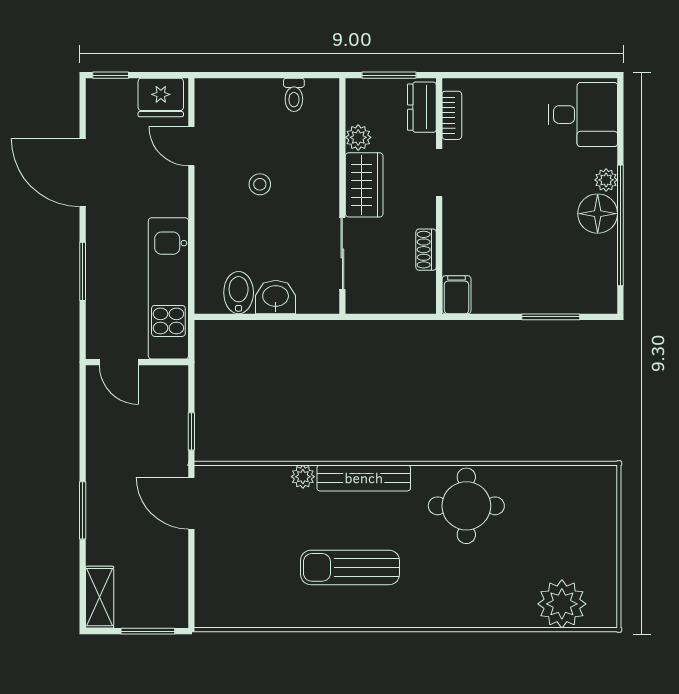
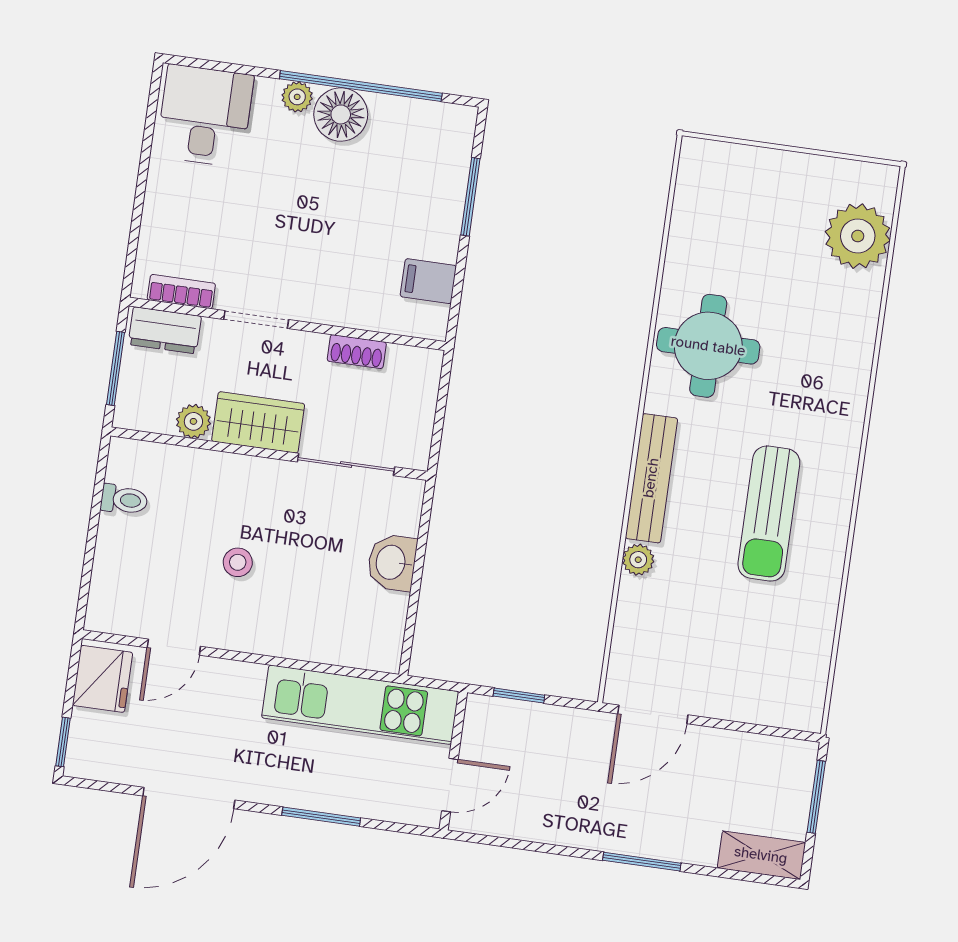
bidet: (239, 293) -> (379, 611), removed
filing cabinet: (456, 295) -> (428, 281), moved
window: (191, 431) -> (519, 696), moved

